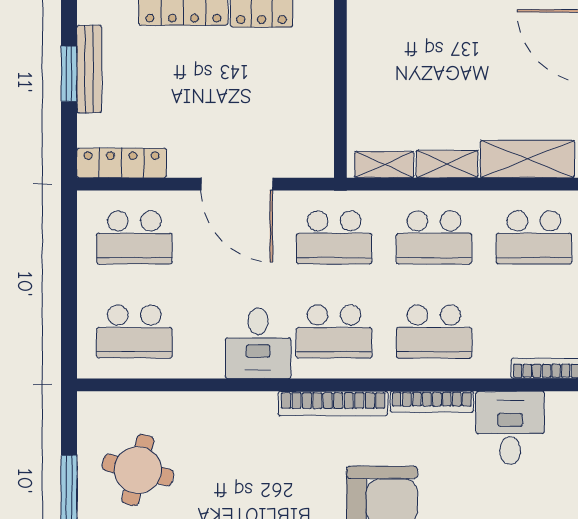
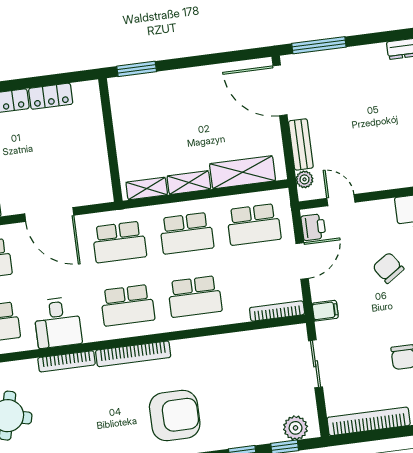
desk: (258, 343) -> (58, 322), moved
bookcase: (432, 402) -> (67, 361), moved
desk: (510, 428) -> (254, 355), removed

